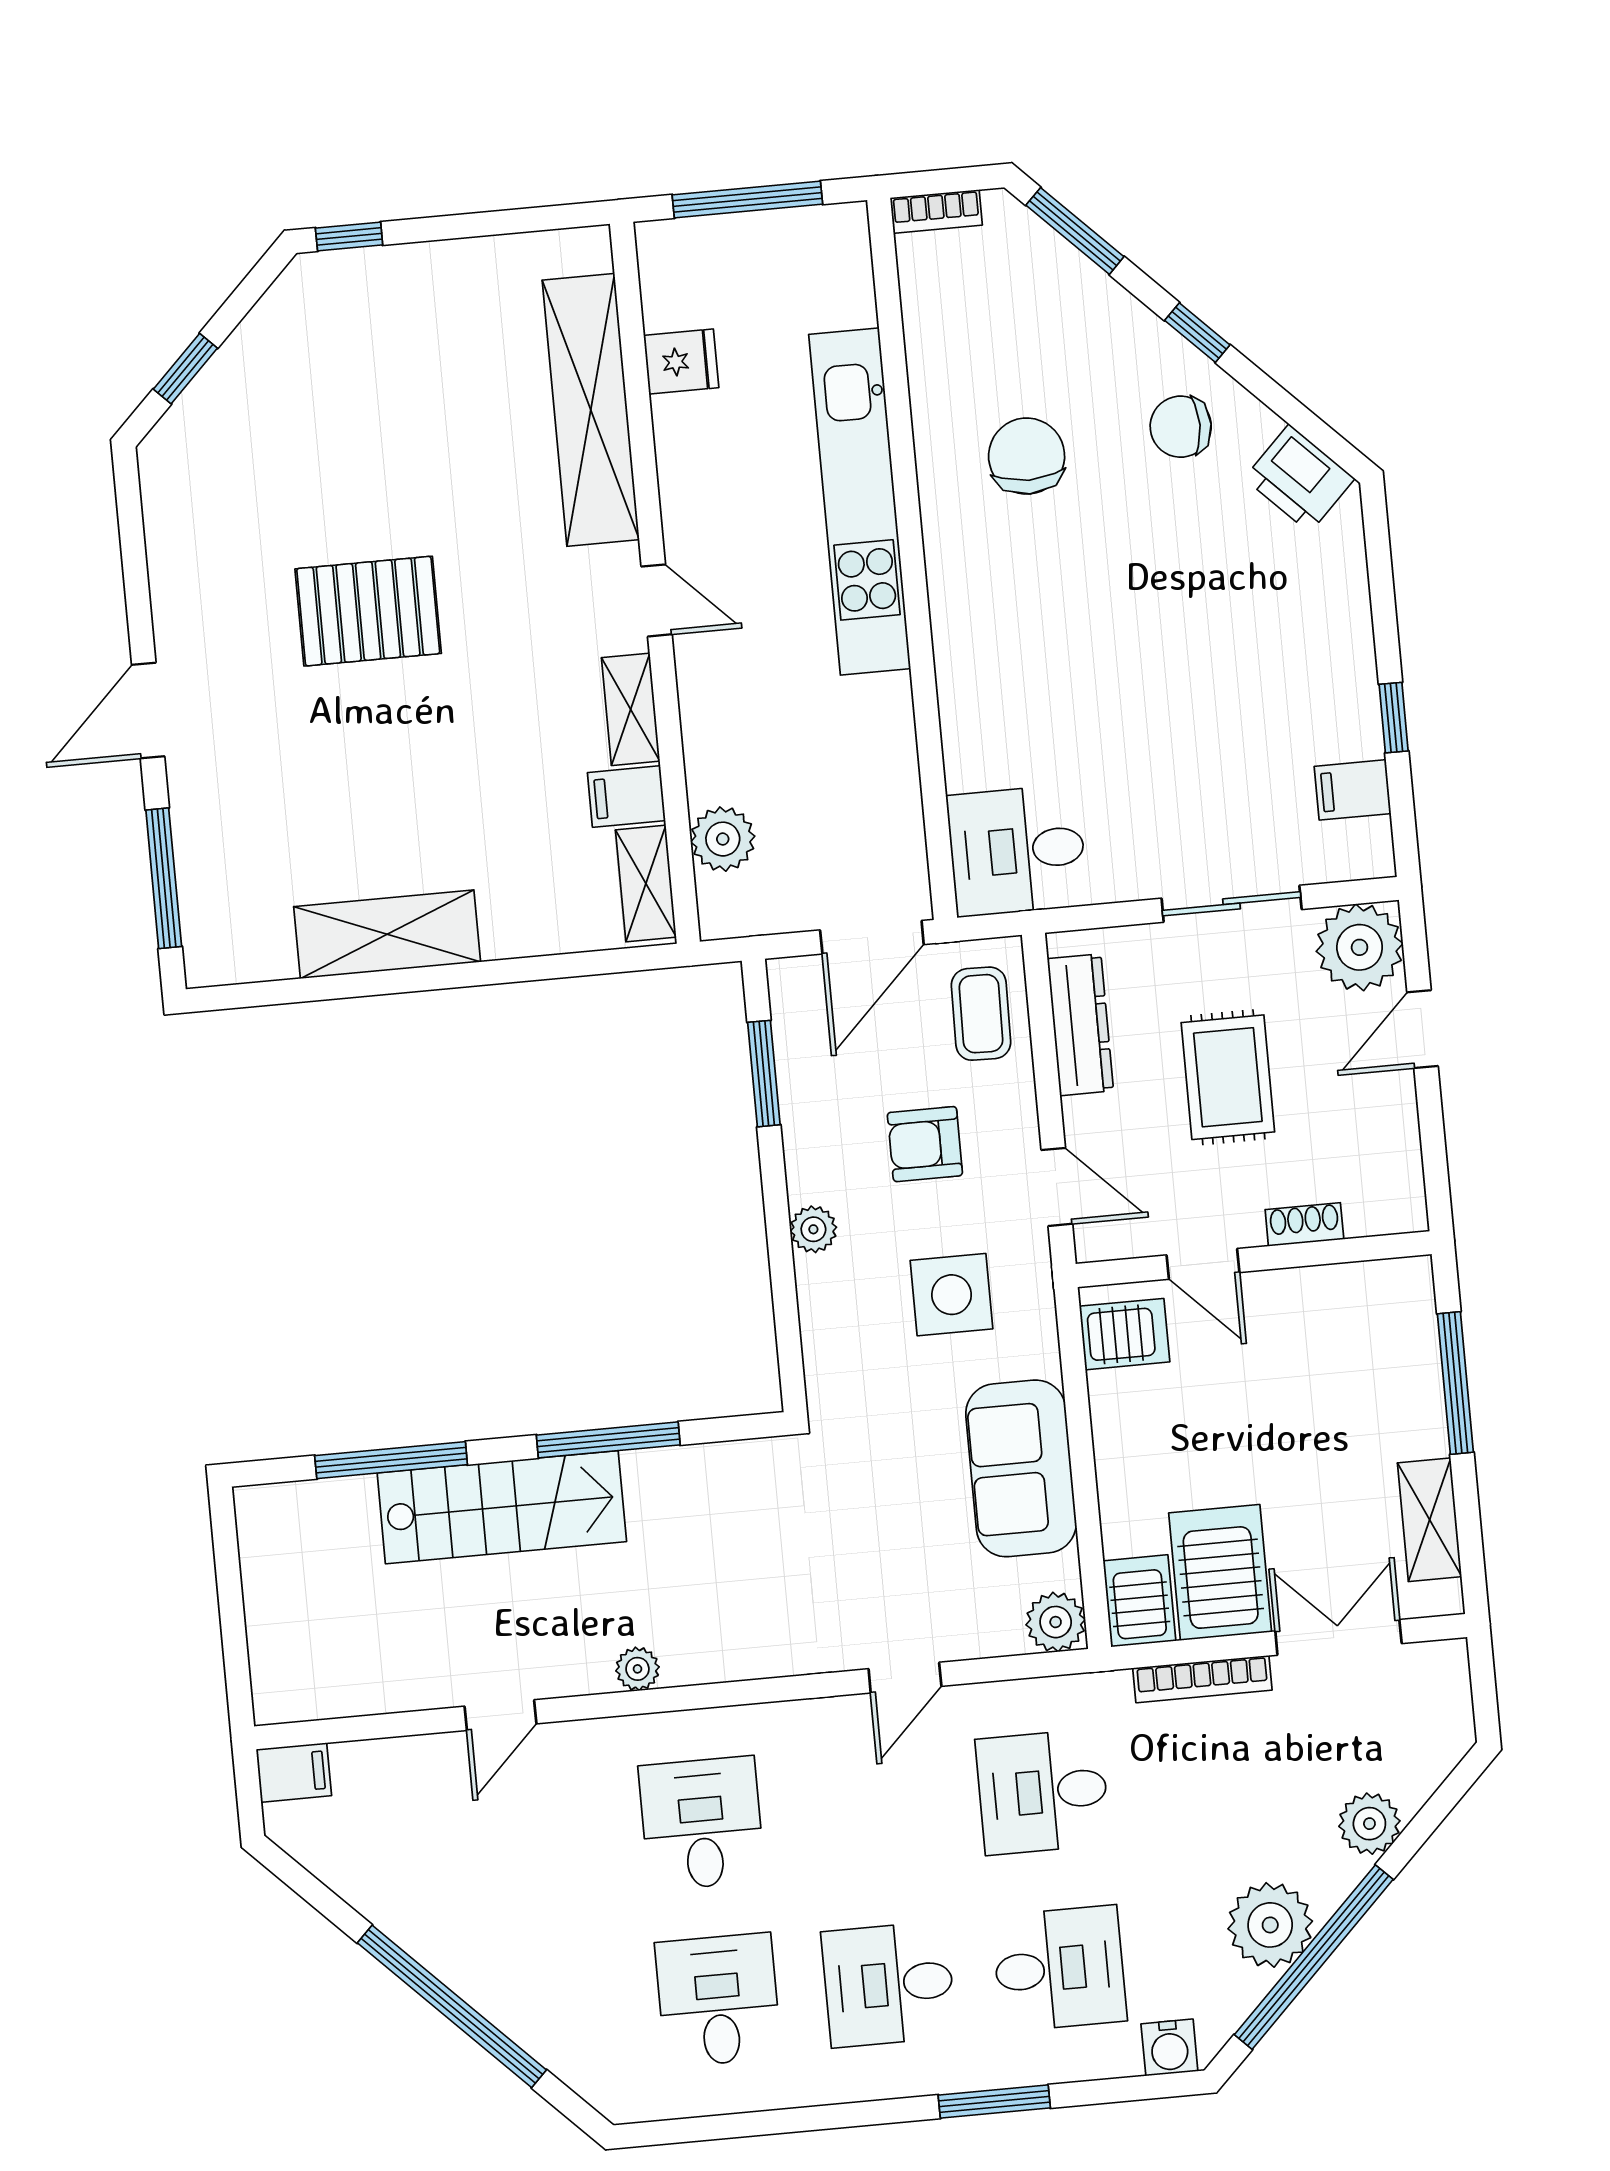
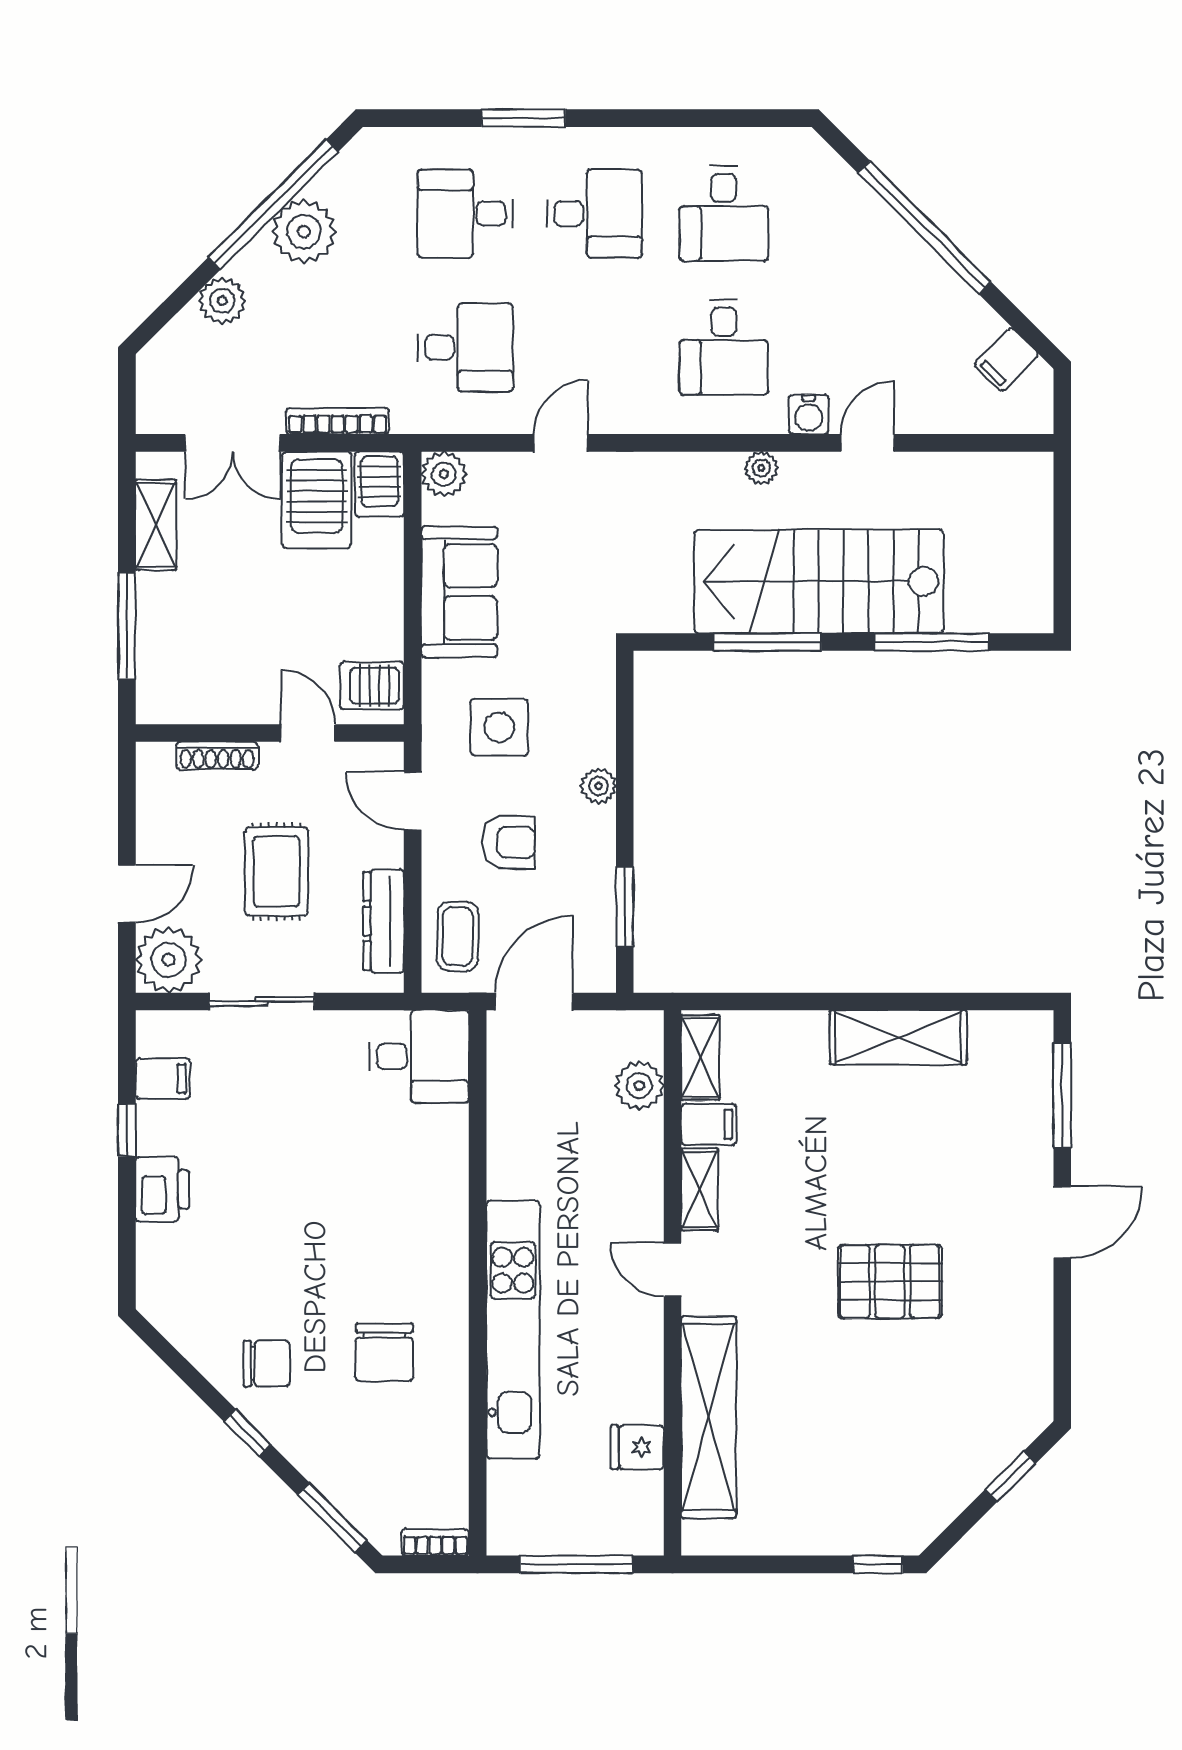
printer: (1299, 478) -> (162, 1189), moved, turned 45
shoe rack: (1304, 1224) -> (217, 756), width x1.43
stairs: (502, 1507) -> (819, 581), width x1.36, depth x1.51
filing cabinet: (294, 1773) -> (1006, 360), moved, turned -45
water cooler: (1169, 2047) -> (809, 414), moved, turned 180

